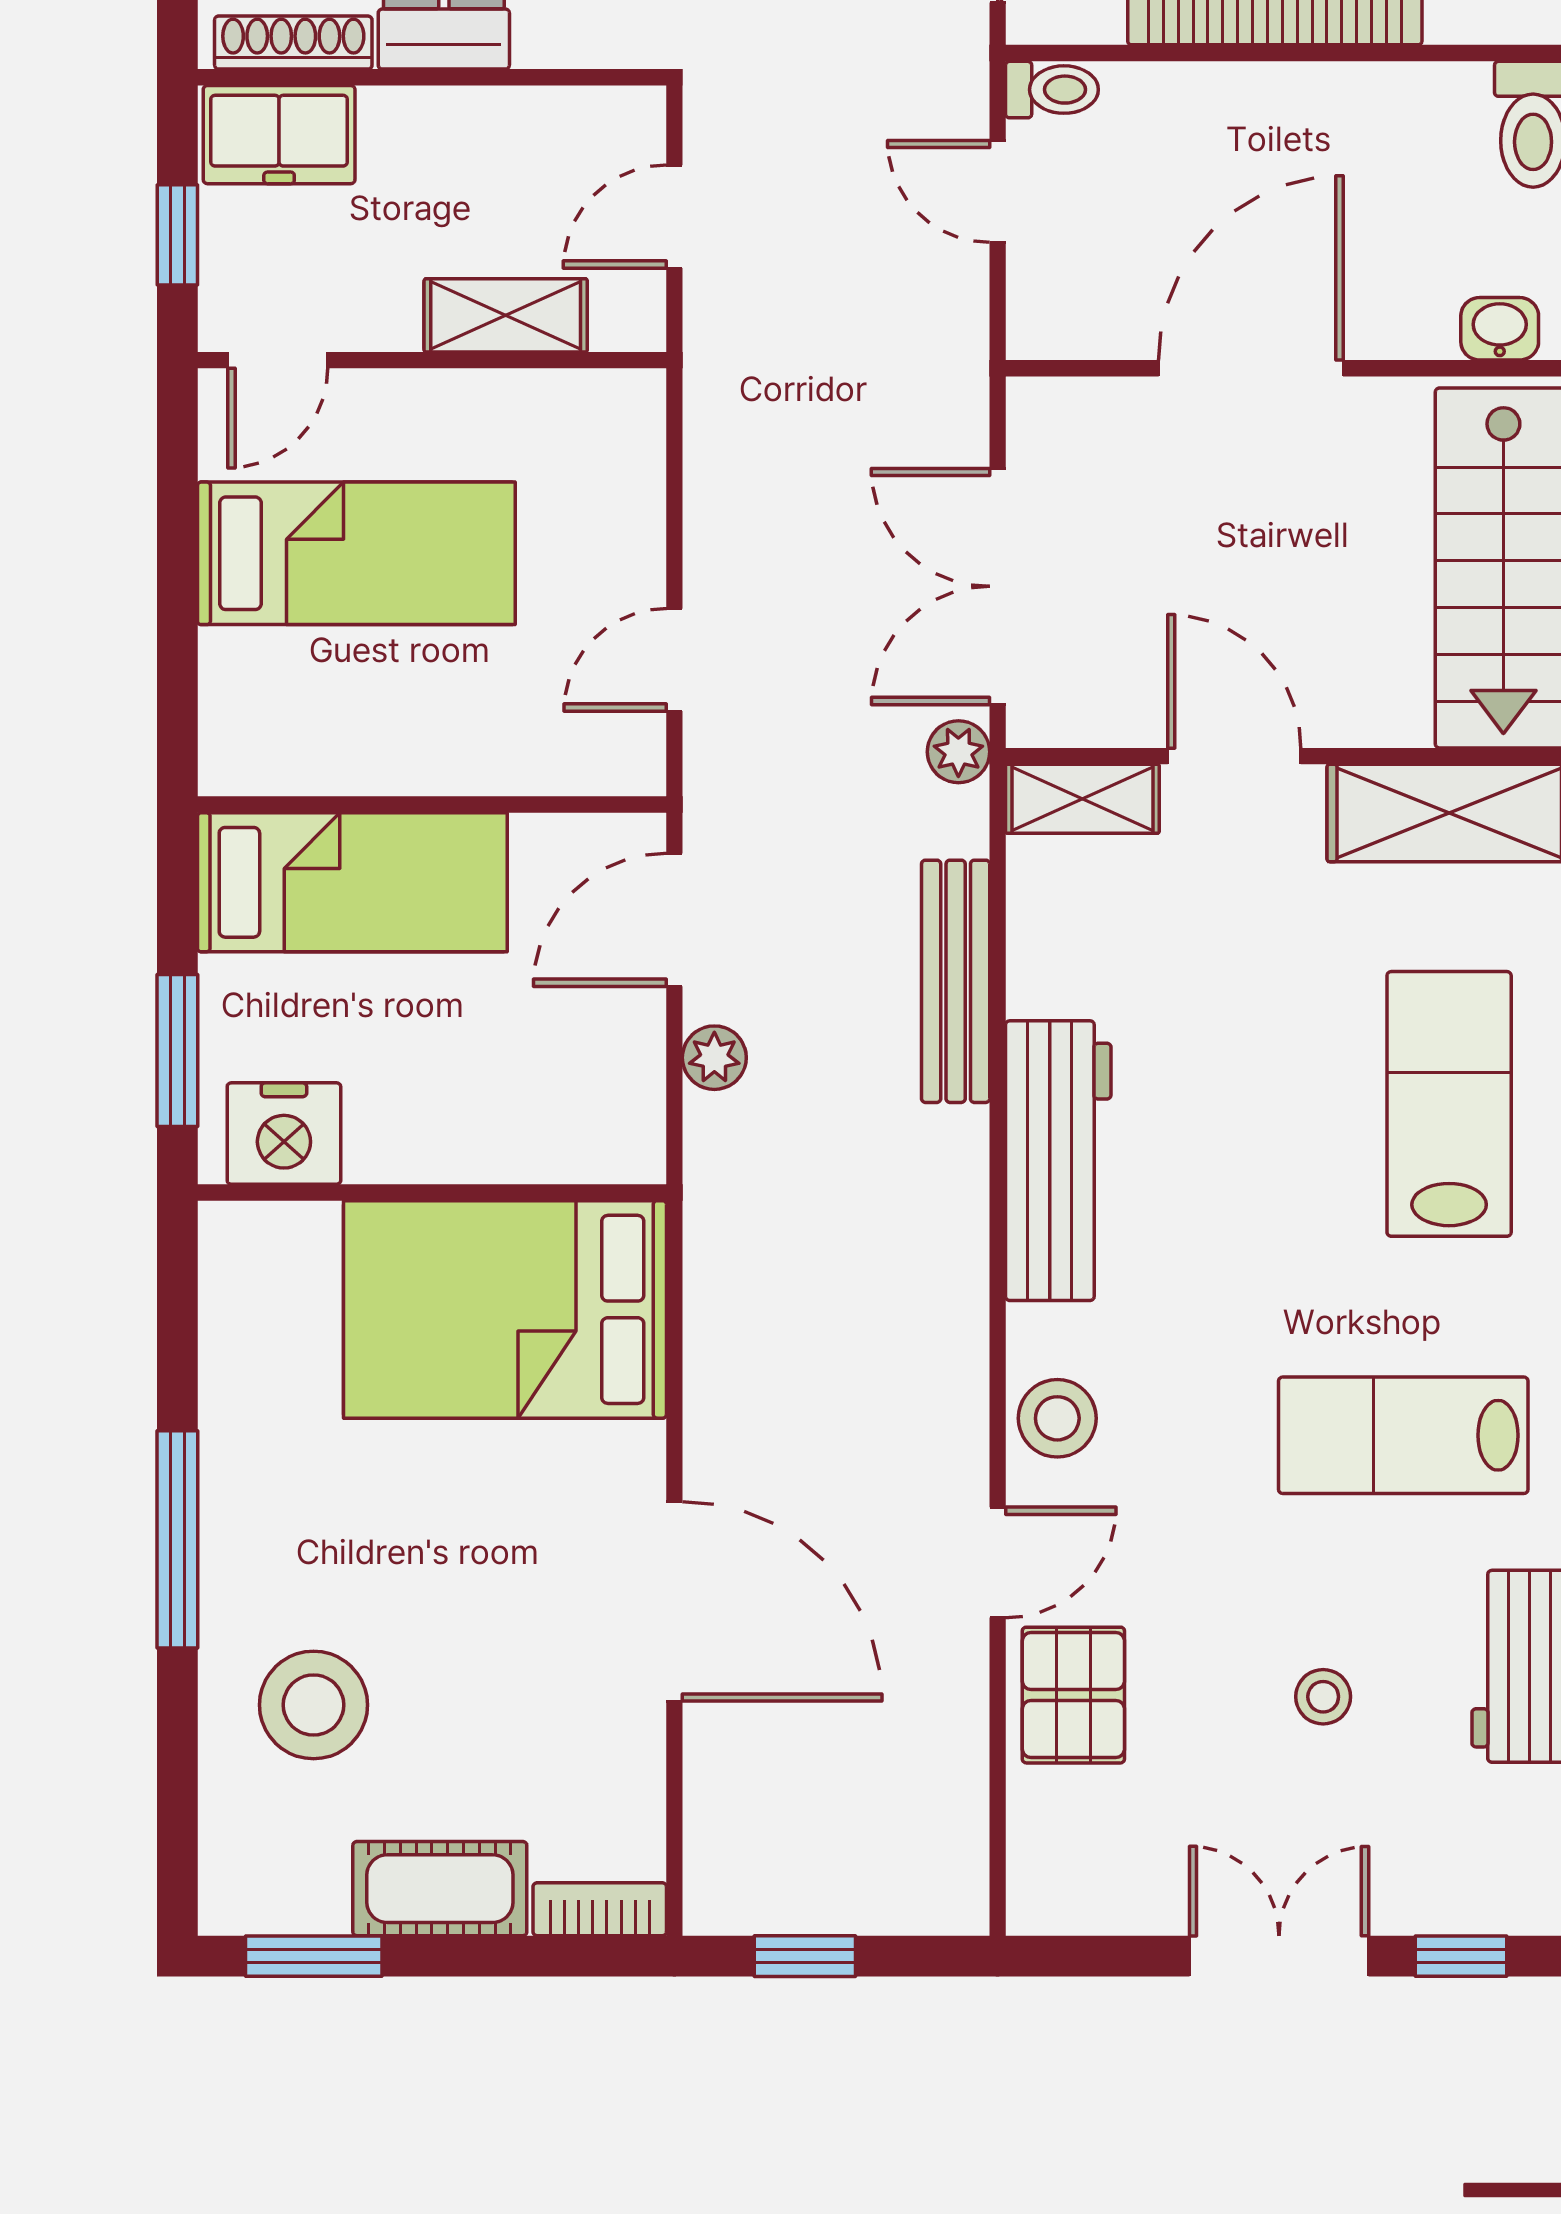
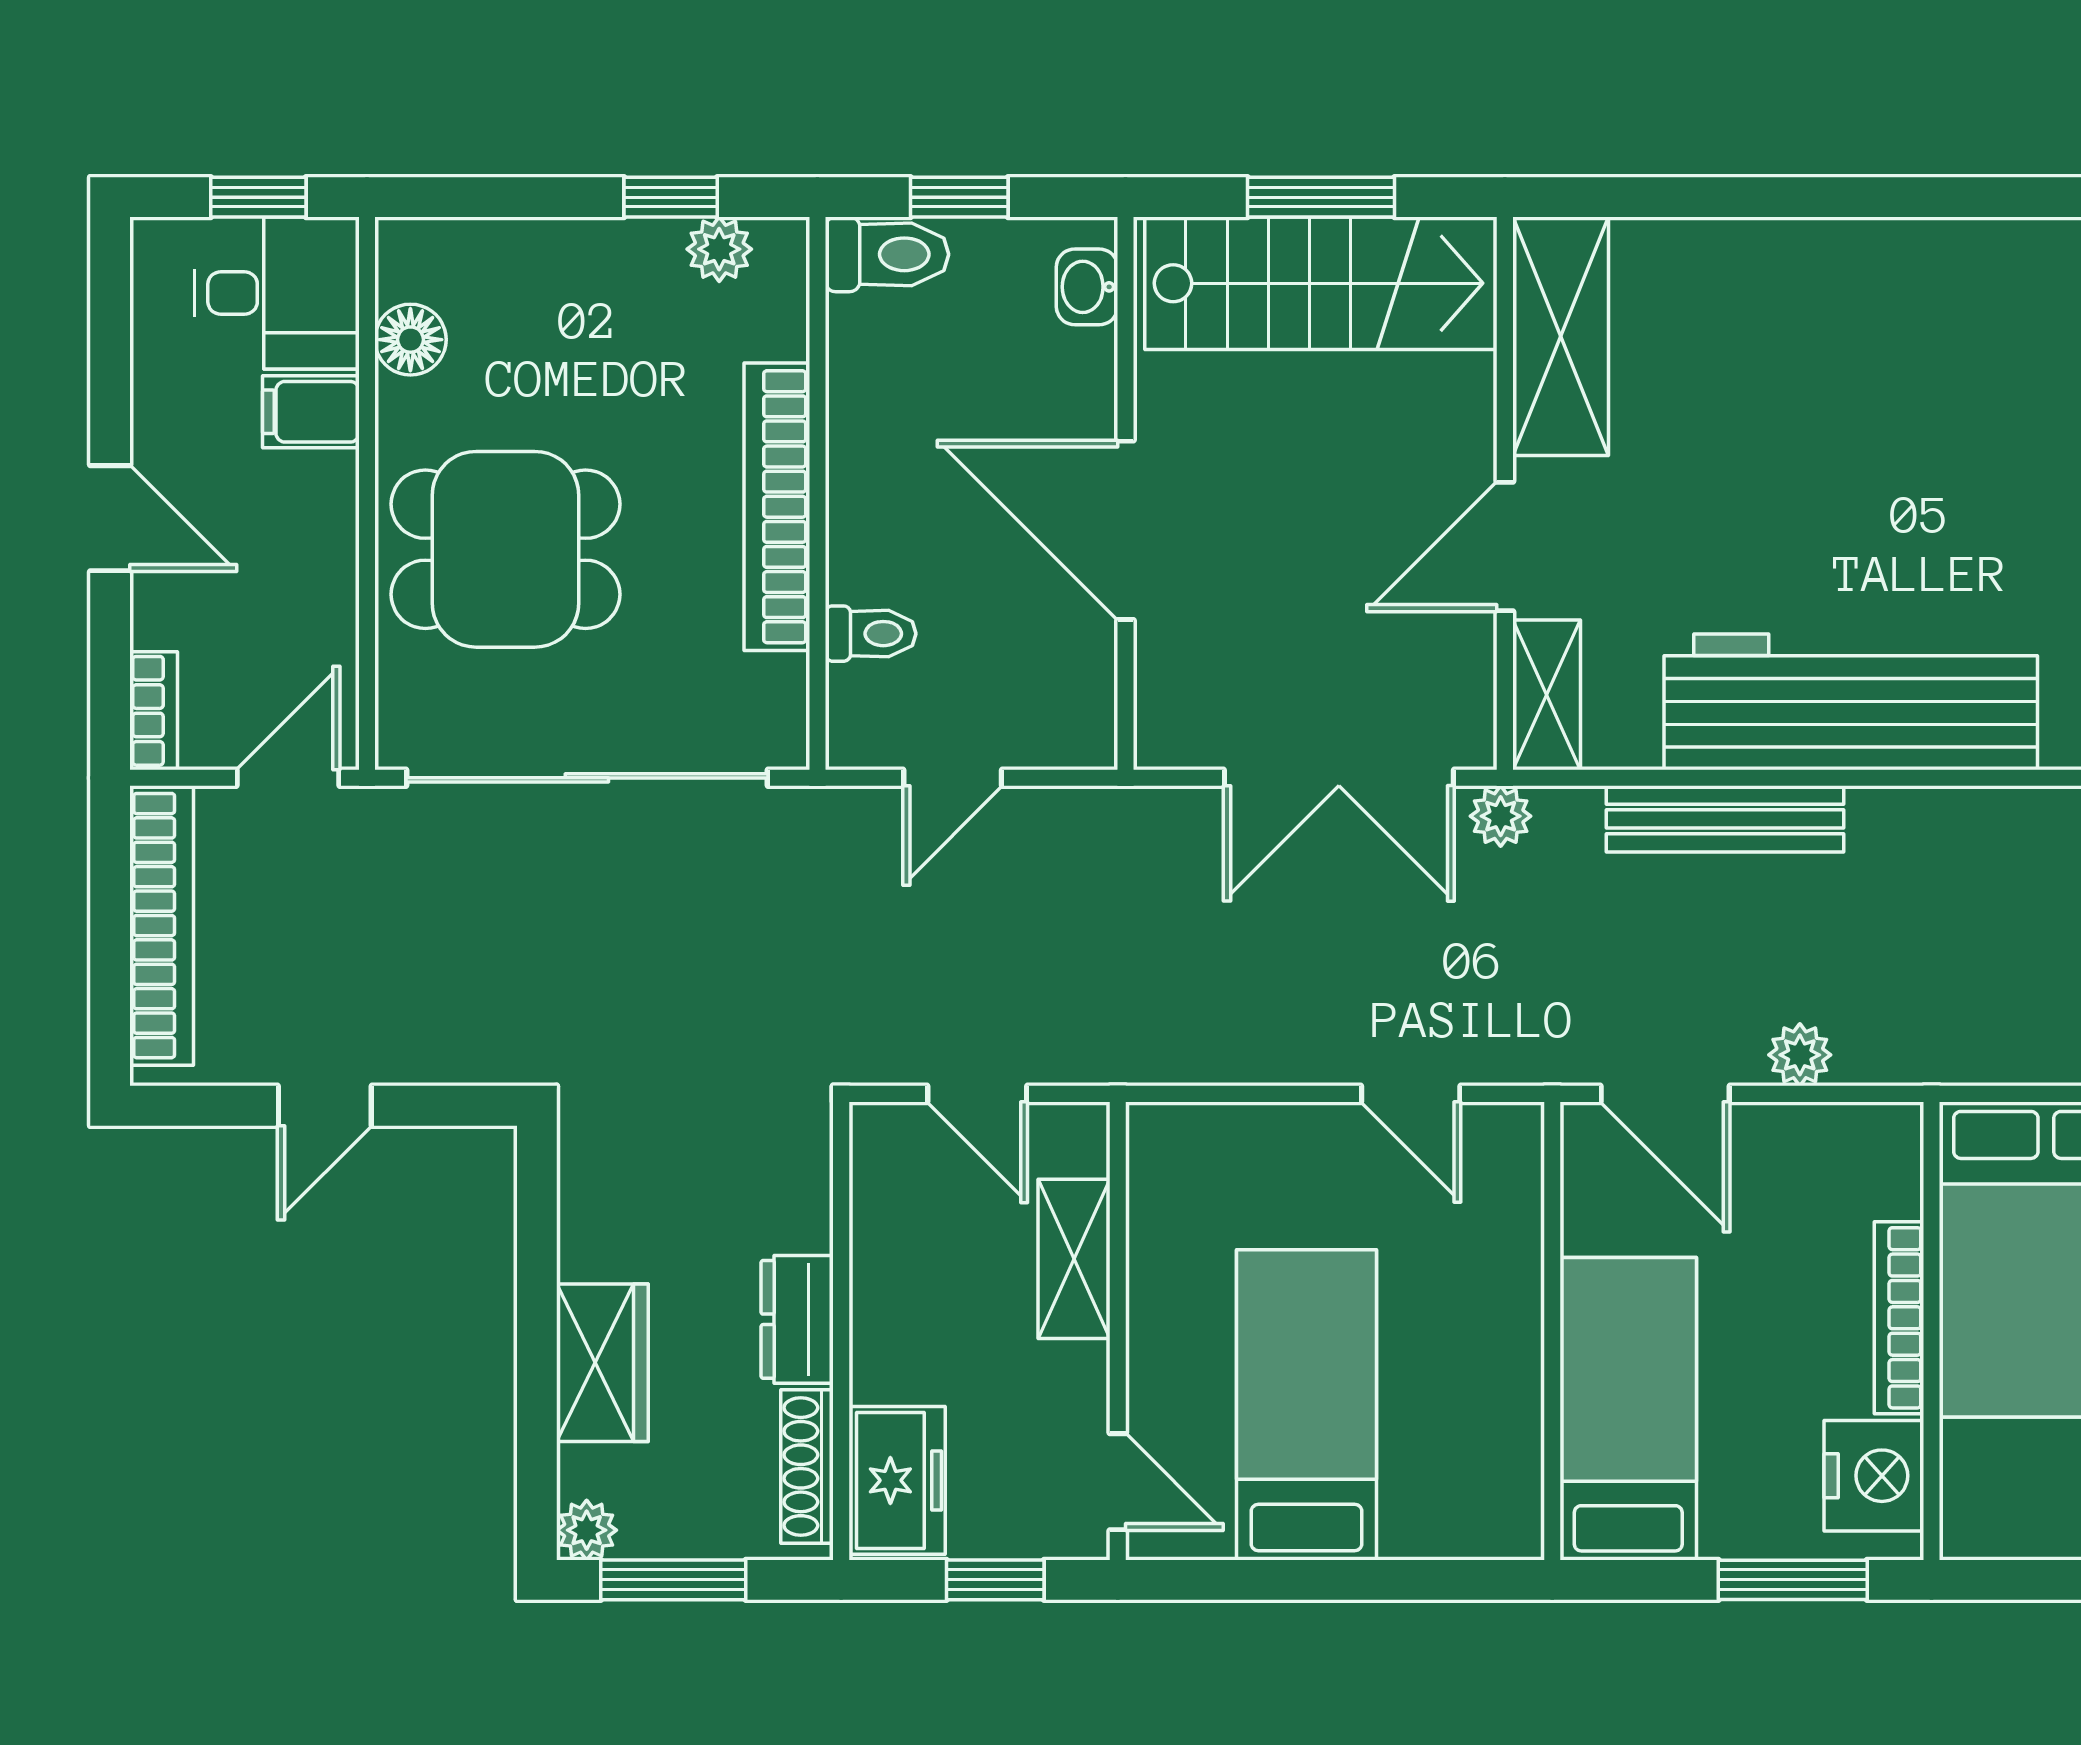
toilet: (1052, 90) -> (871, 634), moved, turned 90
lab bench: (1449, 1104) -> (1845, 336), removed
bookcase: (445, 1159) -> (1899, 1318), added
workbench: (1058, 1161) -> (1851, 702), width x1.36, depth x1.32

